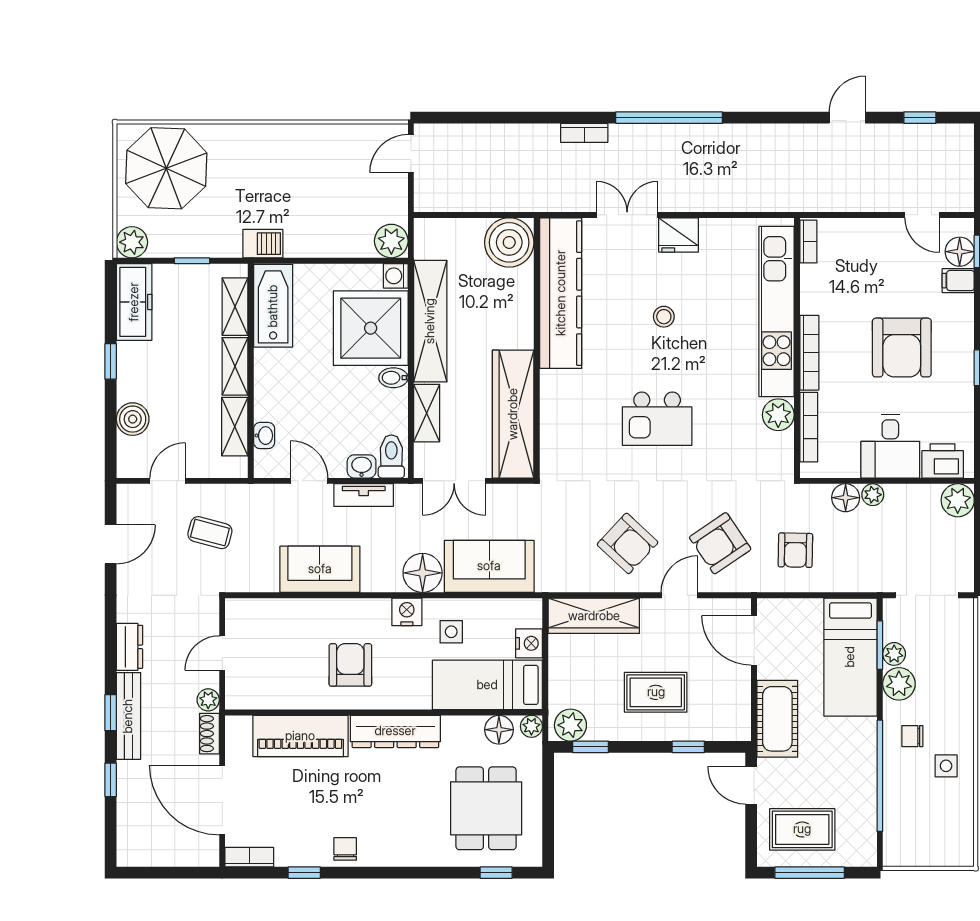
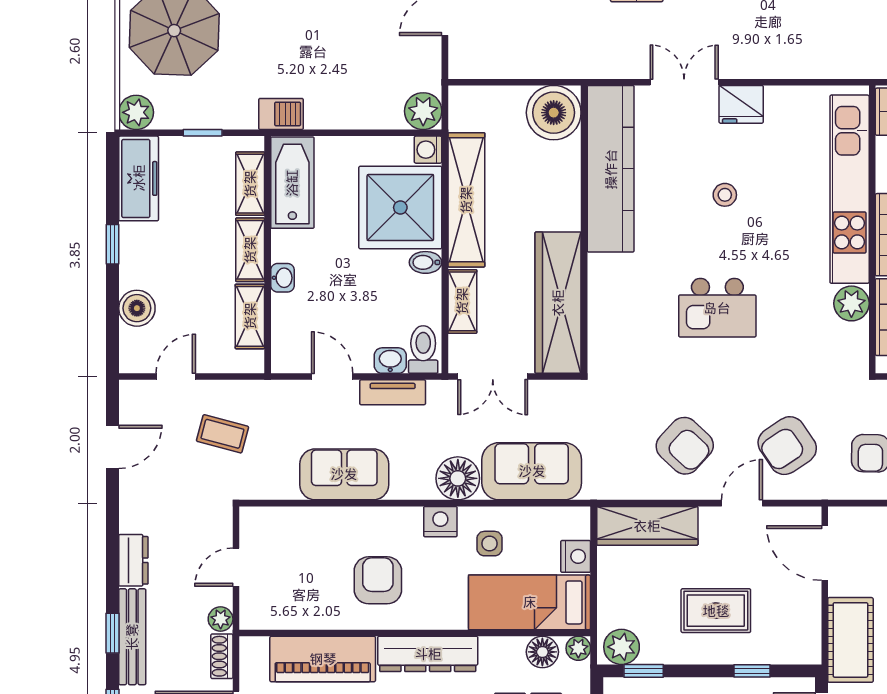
washbasin: (264, 436) -> (282, 278), moved

